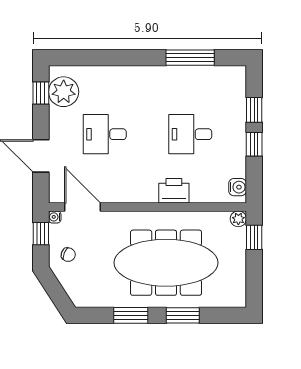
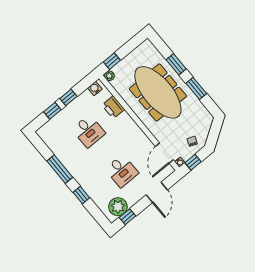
window: (117, 58) -> (81, 195), added
window: (190, 58) -> (60, 169), moved
printer: (174, 191) -> (113, 107), moved

